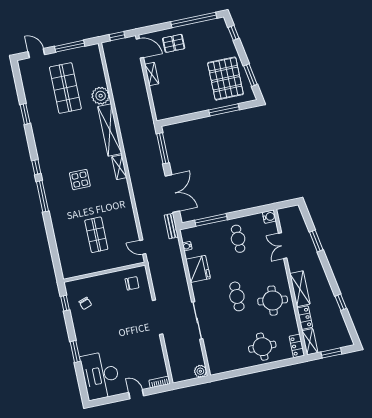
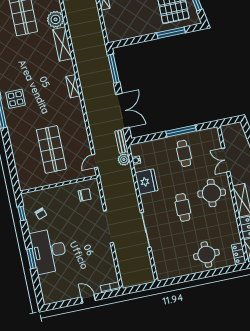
shelving: (110, 130) -> (62, 44), width x0.68
display table: (80, 180) -> (16, 99), moved
water cooler: (269, 217) -> (213, 133), removed
window: (211, 220) -> (181, 131), moved
shop shelf: (96, 235) -> (51, 149), width x1.43, depth x1.36
door: (143, 247) -> (95, 161), hinge flipped
round table: (273, 301) -> (212, 193), moved
plant: (200, 371) -> (124, 160), moved
desk: (101, 375) -> (49, 251), moved

